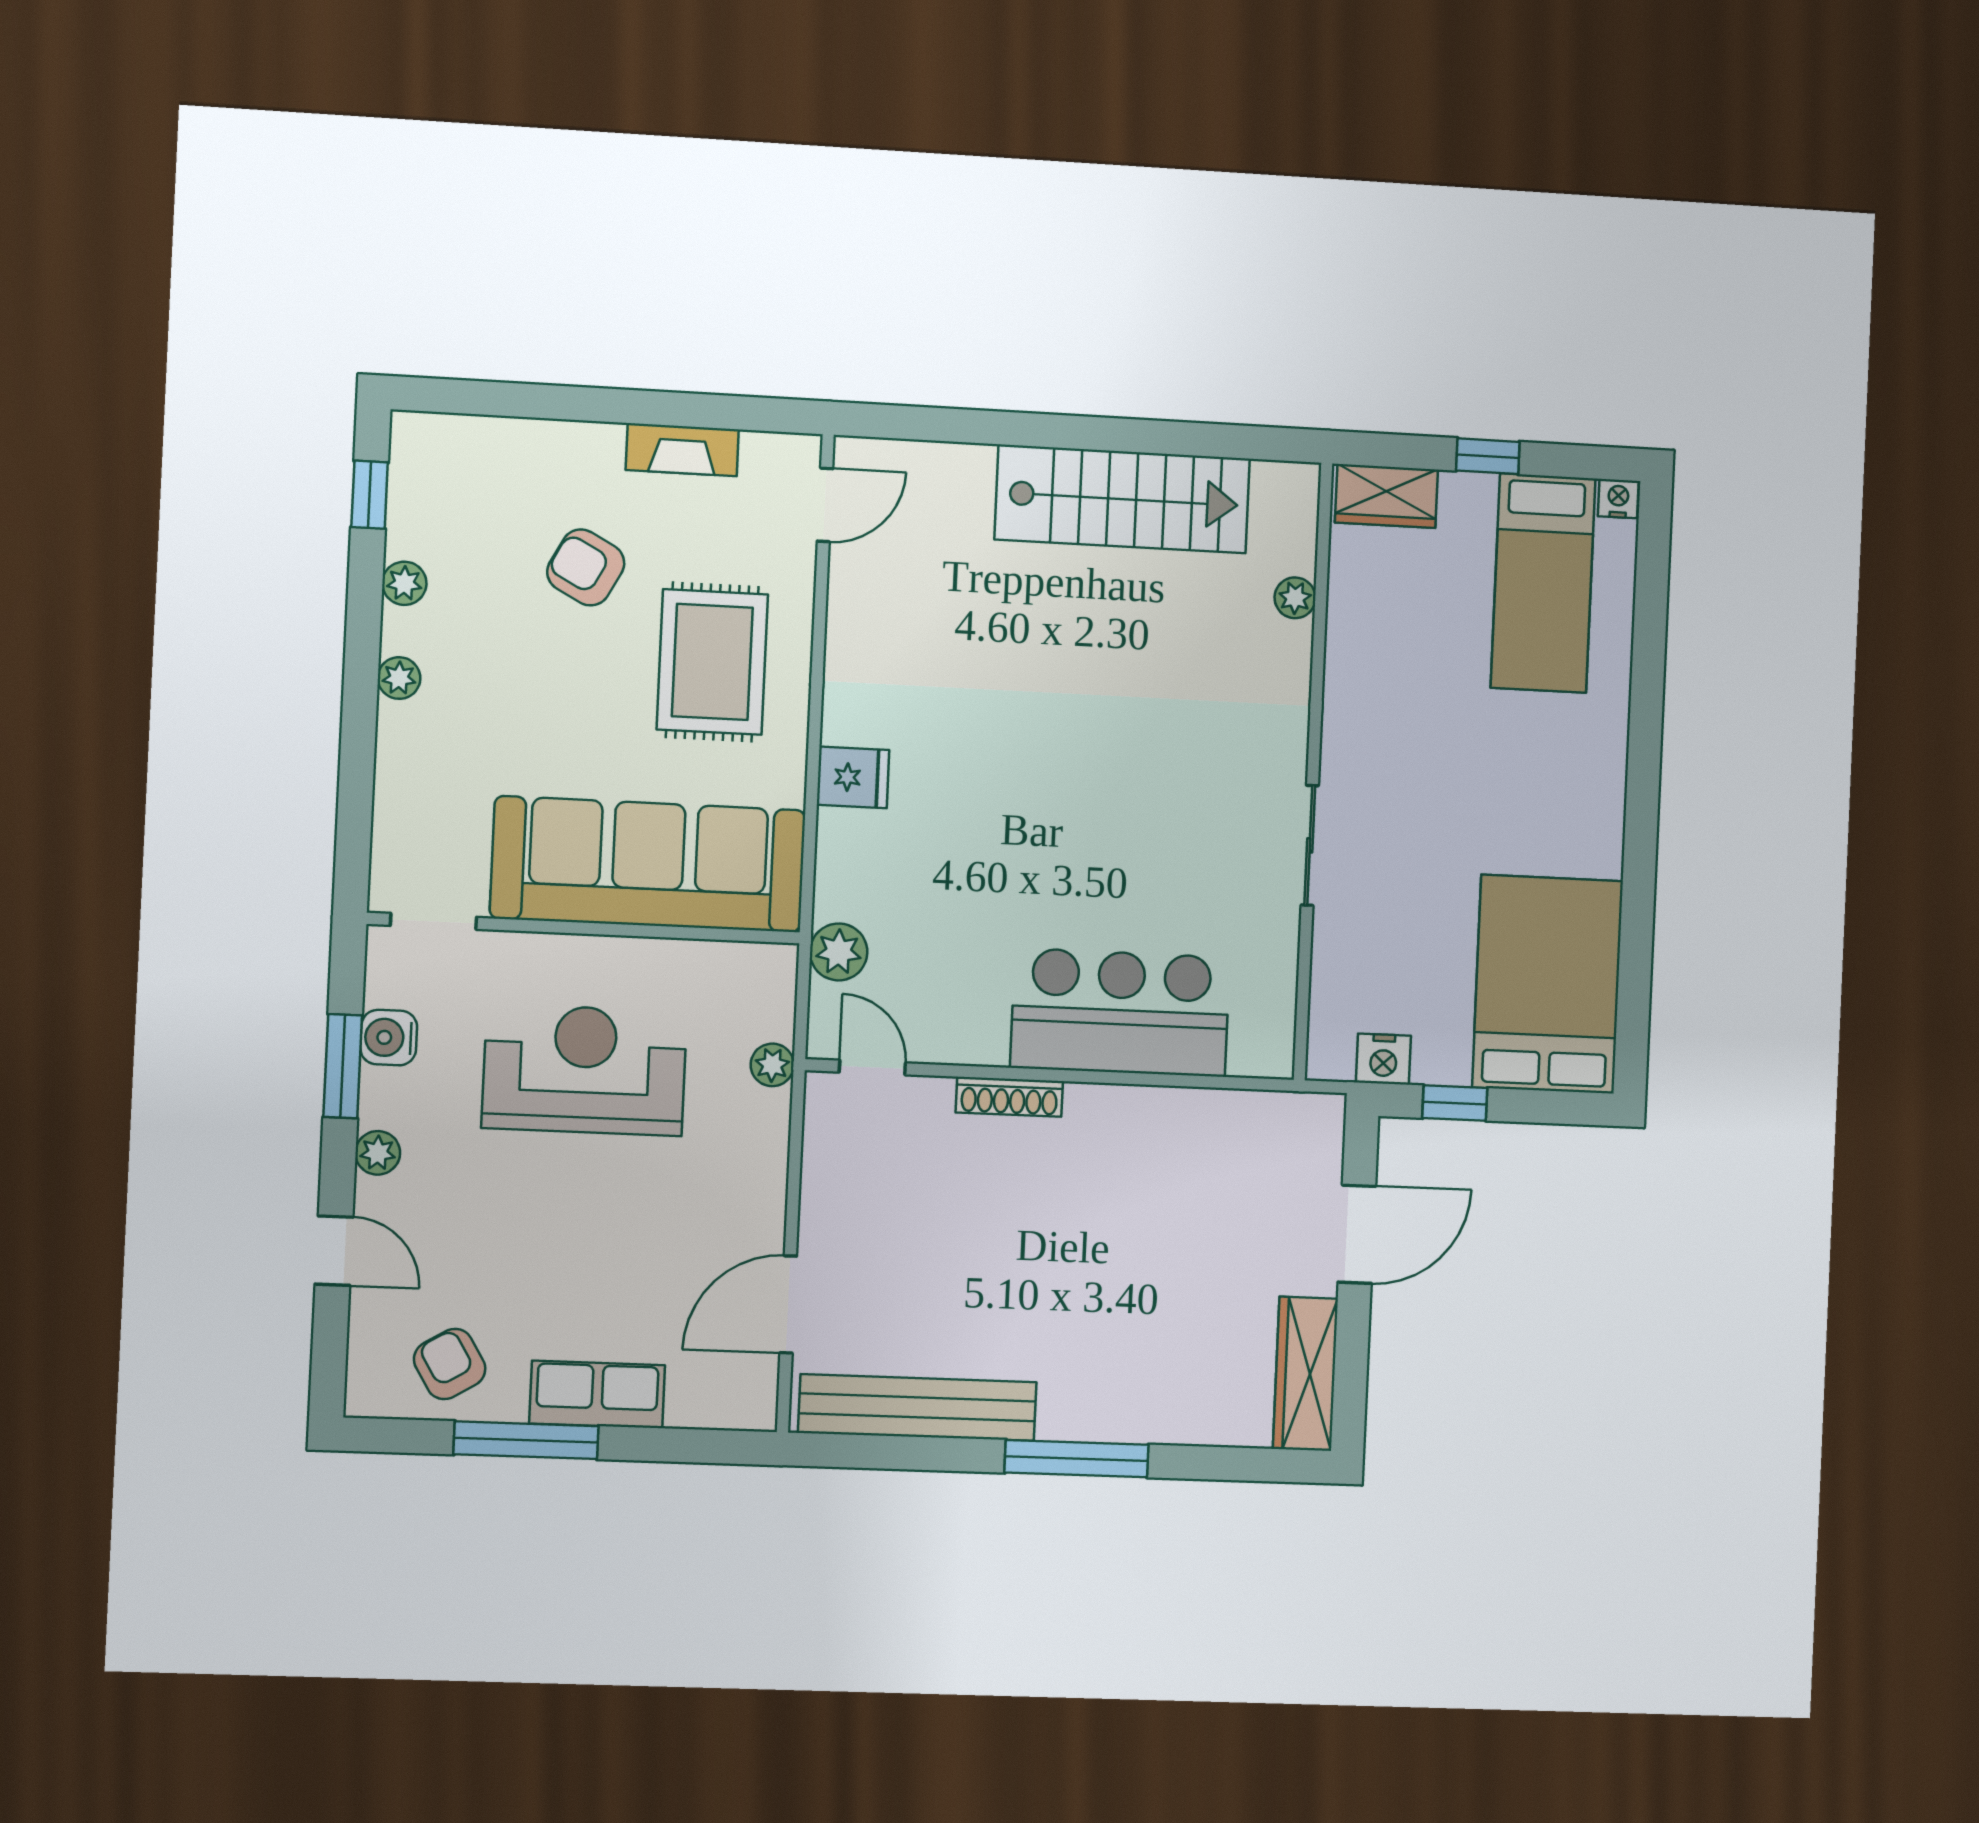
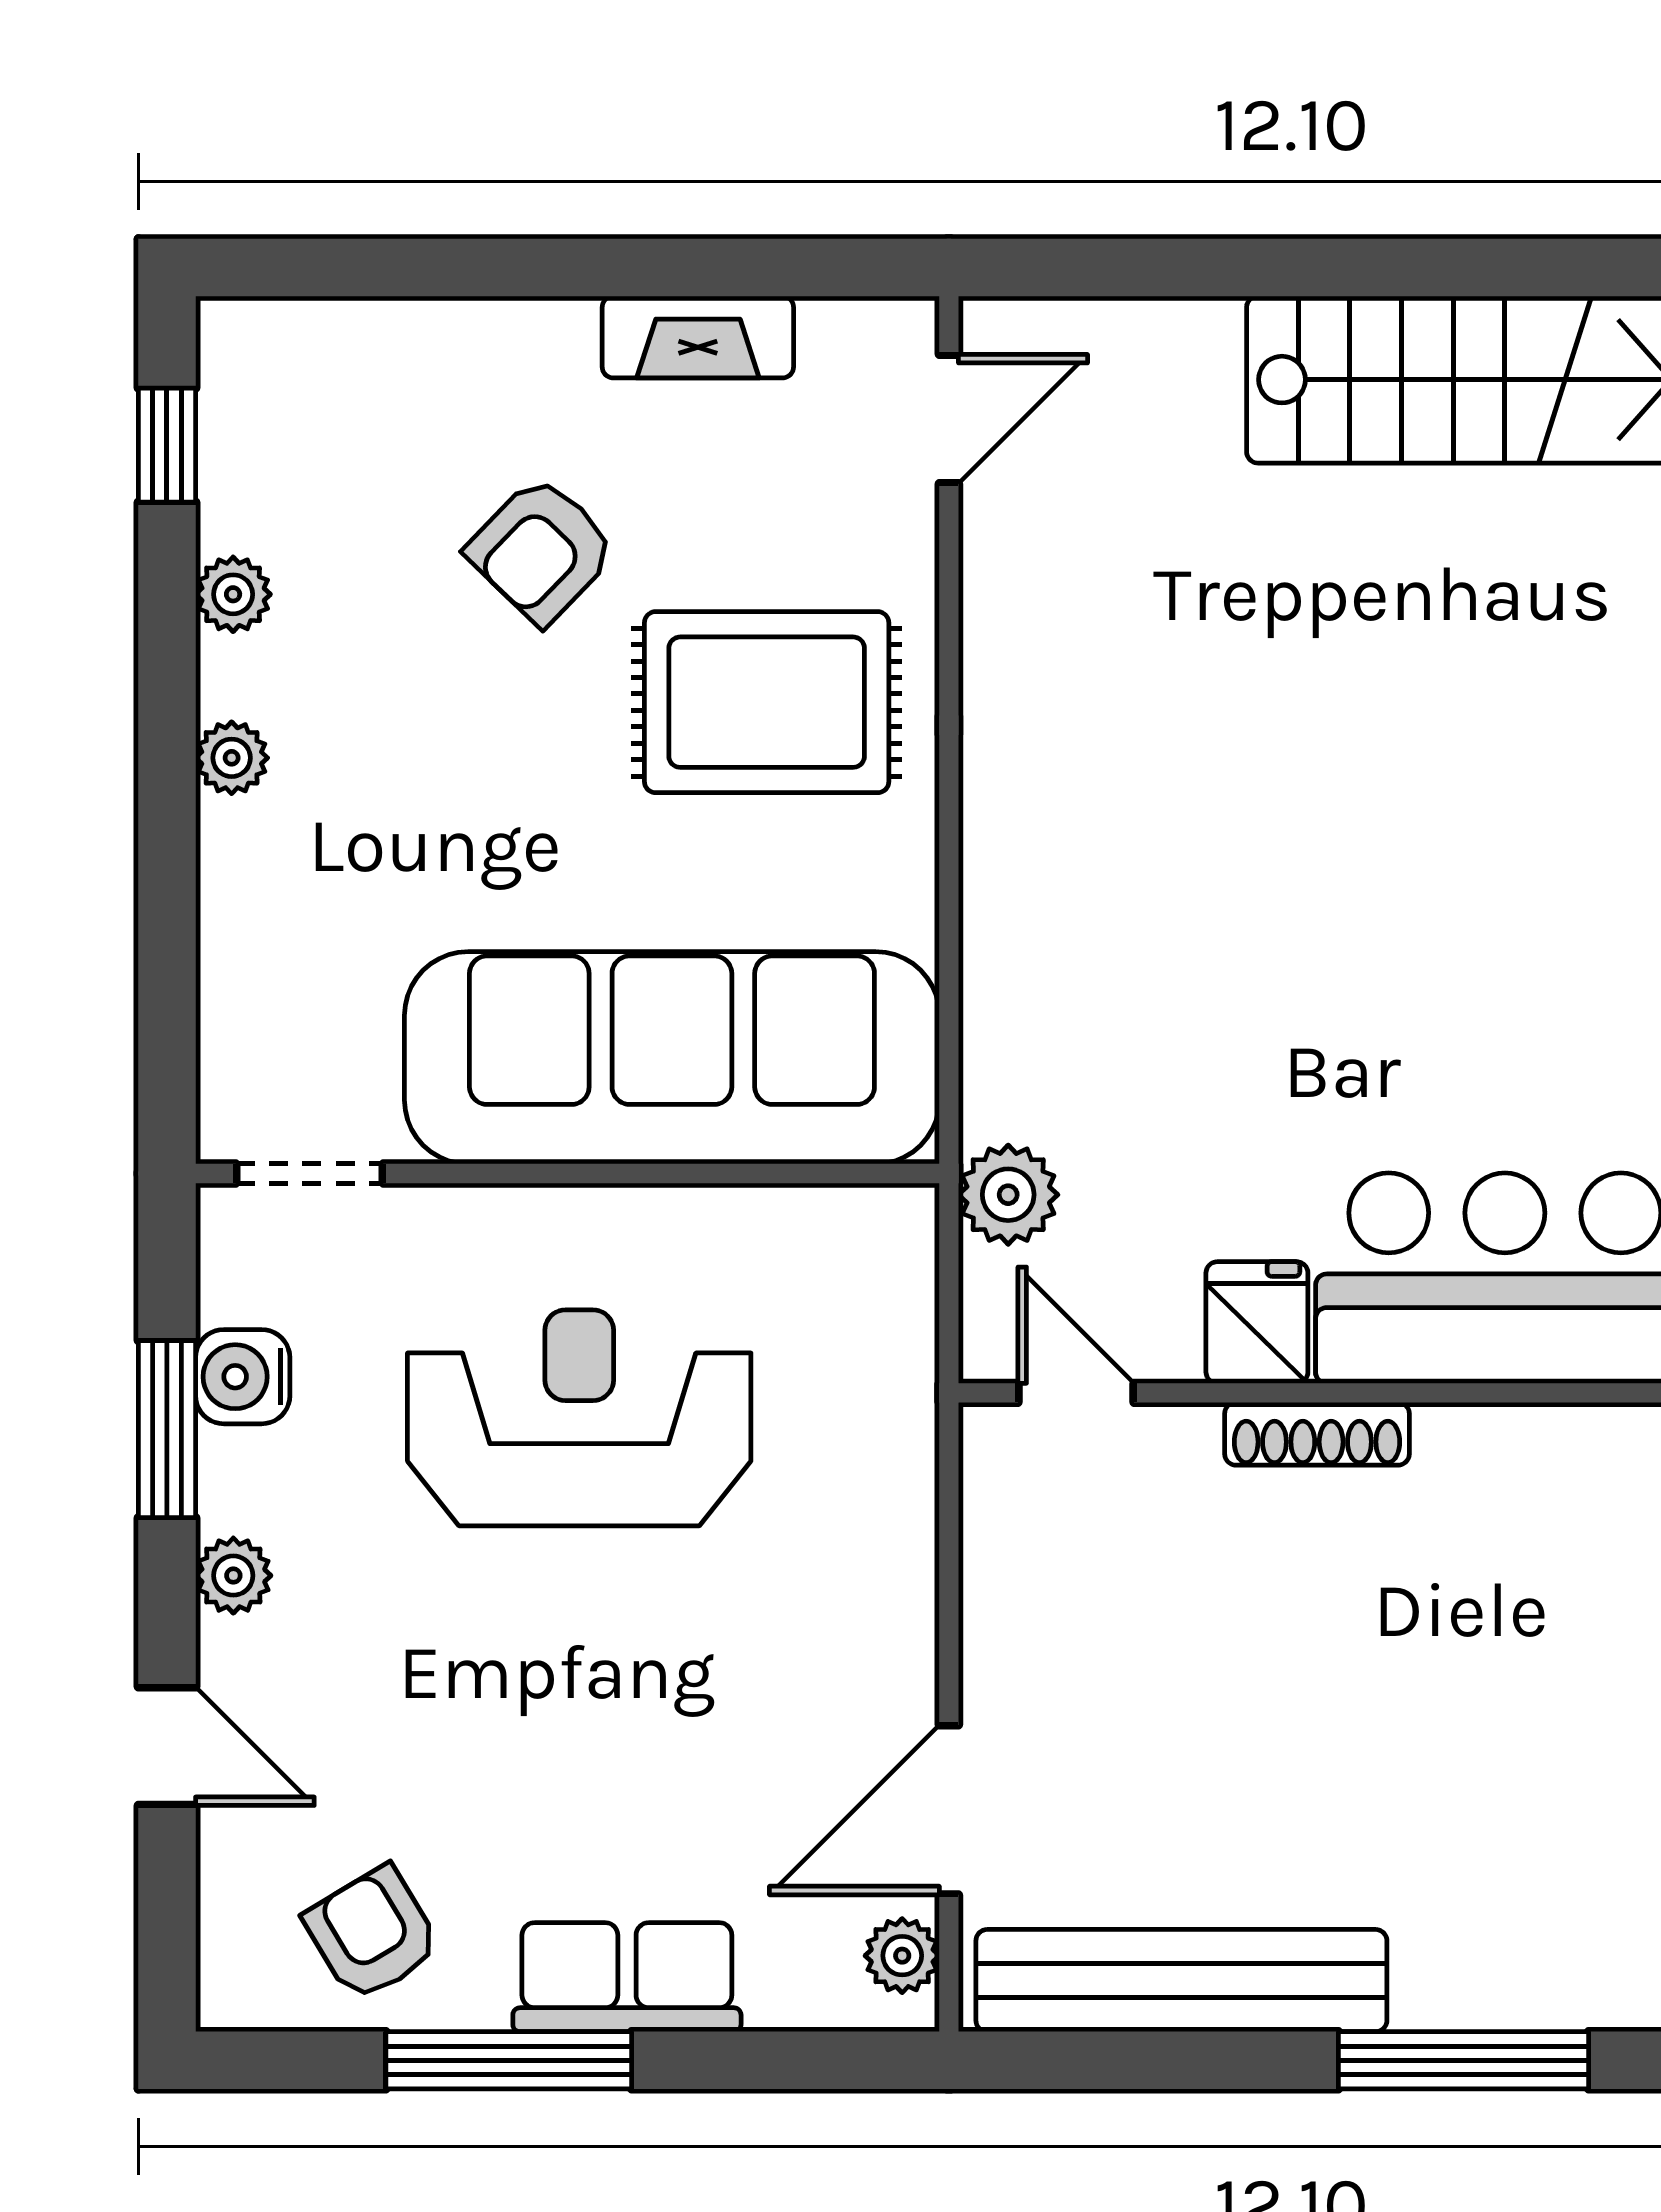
armchair: (586, 567) -> (541, 550), turned -74
rug: (712, 662) -> (767, 702), turned 90
fridge: (853, 777) -> (1257, 1322), moved, turned -90
plant: (772, 1065) -> (902, 1956), moved

